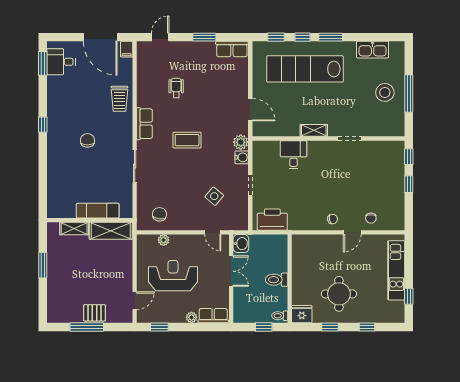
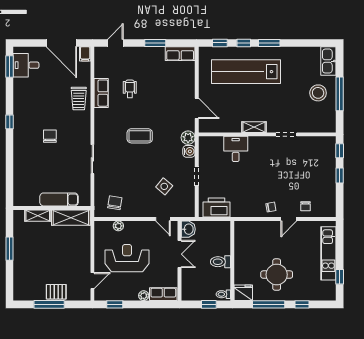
kitchen sink: (373, 50) -> (328, 61), moved, turned 90
row of seats: (144, 124) -> (101, 93), moved
window: (330, 327) -> (269, 304), width x2.17

